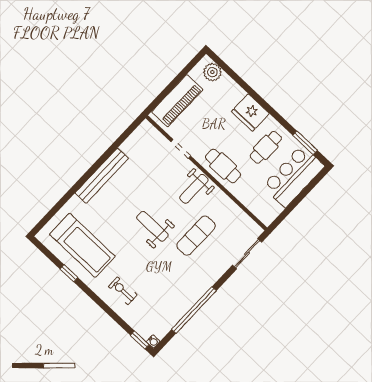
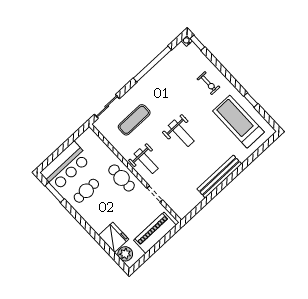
fridge: (250, 113) -> (114, 237), moved
weight bench: (194, 189) -> (146, 161), turned 90
exercise mat: (196, 236) -> (134, 120), moved

